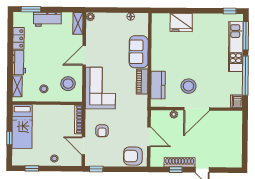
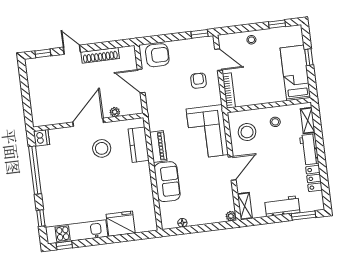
window: (246, 36) -> (41, 218), width x0.46
kitchen unit: (236, 47) -> (77, 232), moved, turned -90
window: (176, 170) -> (43, 53), moved

